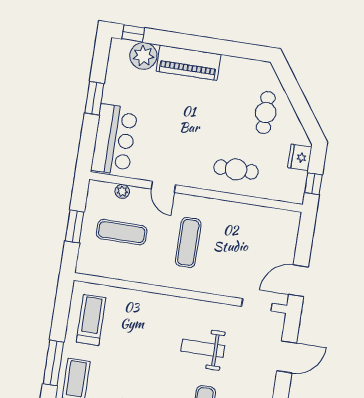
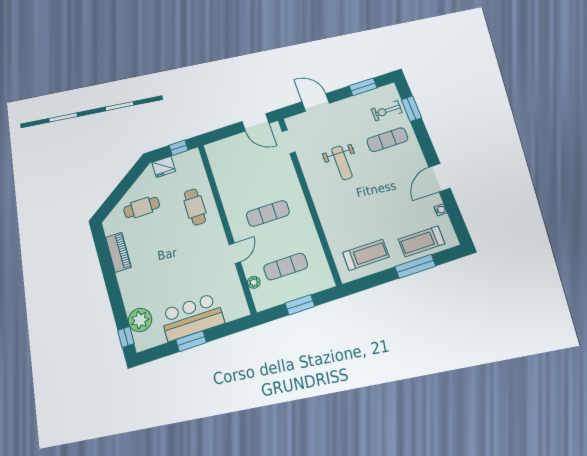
piano: (189, 63) -> (118, 252), moved, width x0.73, depth x0.75
bar counter: (114, 140) -> (192, 317), moved
exercise mat: (122, 232) -> (286, 267), turned 90
treadmill: (91, 320) -> (366, 255), turned 180

